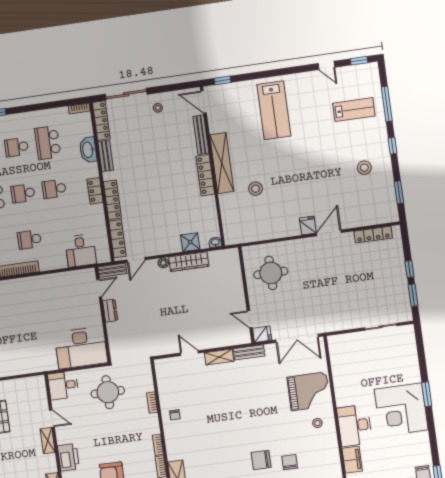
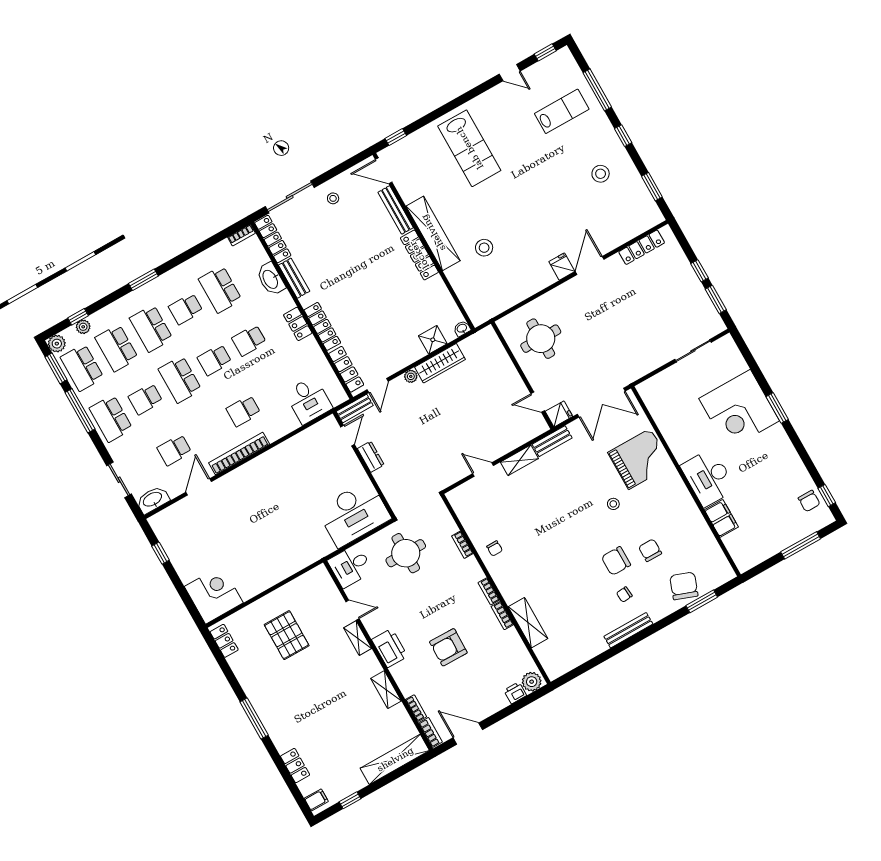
corner desk: (401, 410) -> (739, 410), moved
stool: (317, 423) -> (613, 504), moved

